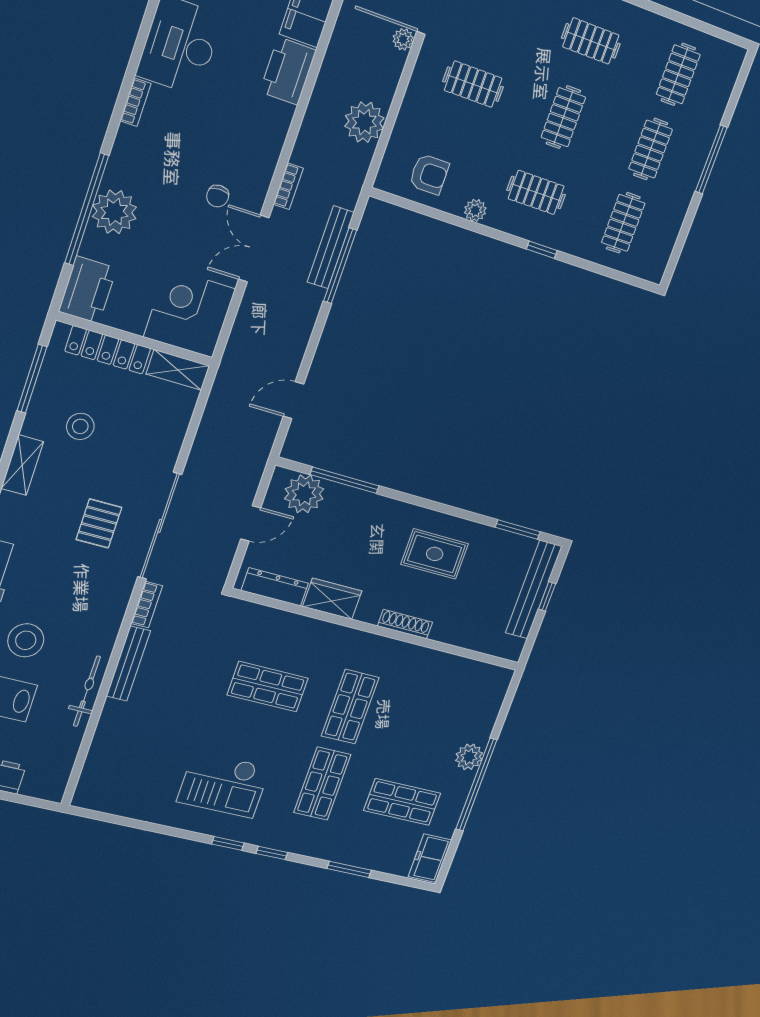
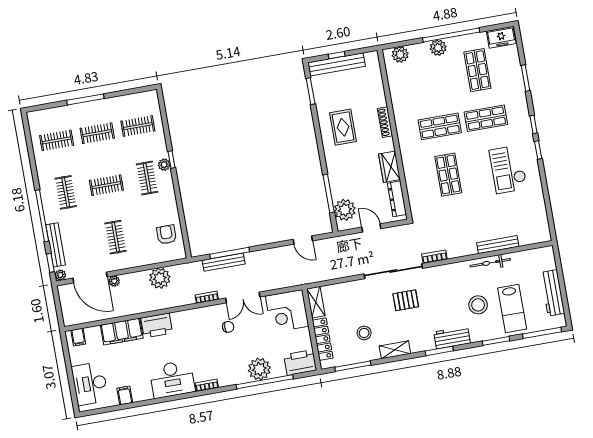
plant: (475, 210) -> (164, 165), moved
bench: (128, 664) -> (498, 245), moved
plant: (492, 694) -> (400, 54), added
checkout: (224, 784) -> (508, 169), turned 180

